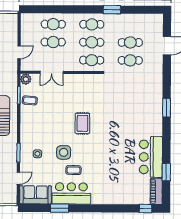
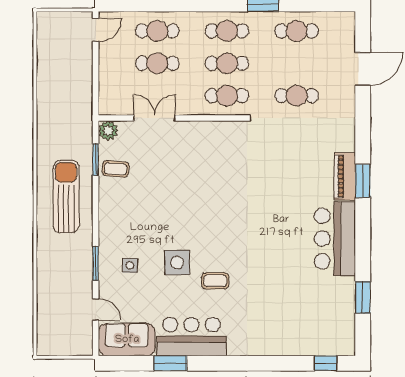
cafe table: (130, 42) -> (297, 31), moved
door: (19, 52) -> (96, 30), moved
double door: (52, 72) -> (155, 118), swing flipped
rug: (82, 123) -> (211, 210), removed
bar counter: (151, 157) -> (335, 239), moved
coffee table: (73, 170) -> (215, 281), moved
door: (18, 178) -> (96, 309), hinge flipped
piano: (156, 191) -> (345, 176), moved

